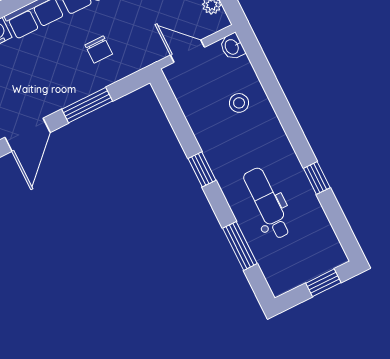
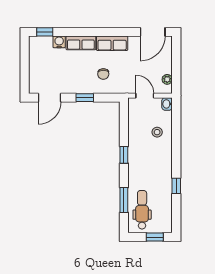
window: (87, 105) -> (85, 98), width x0.67
dental chair: (267, 203) -> (142, 210), moved

